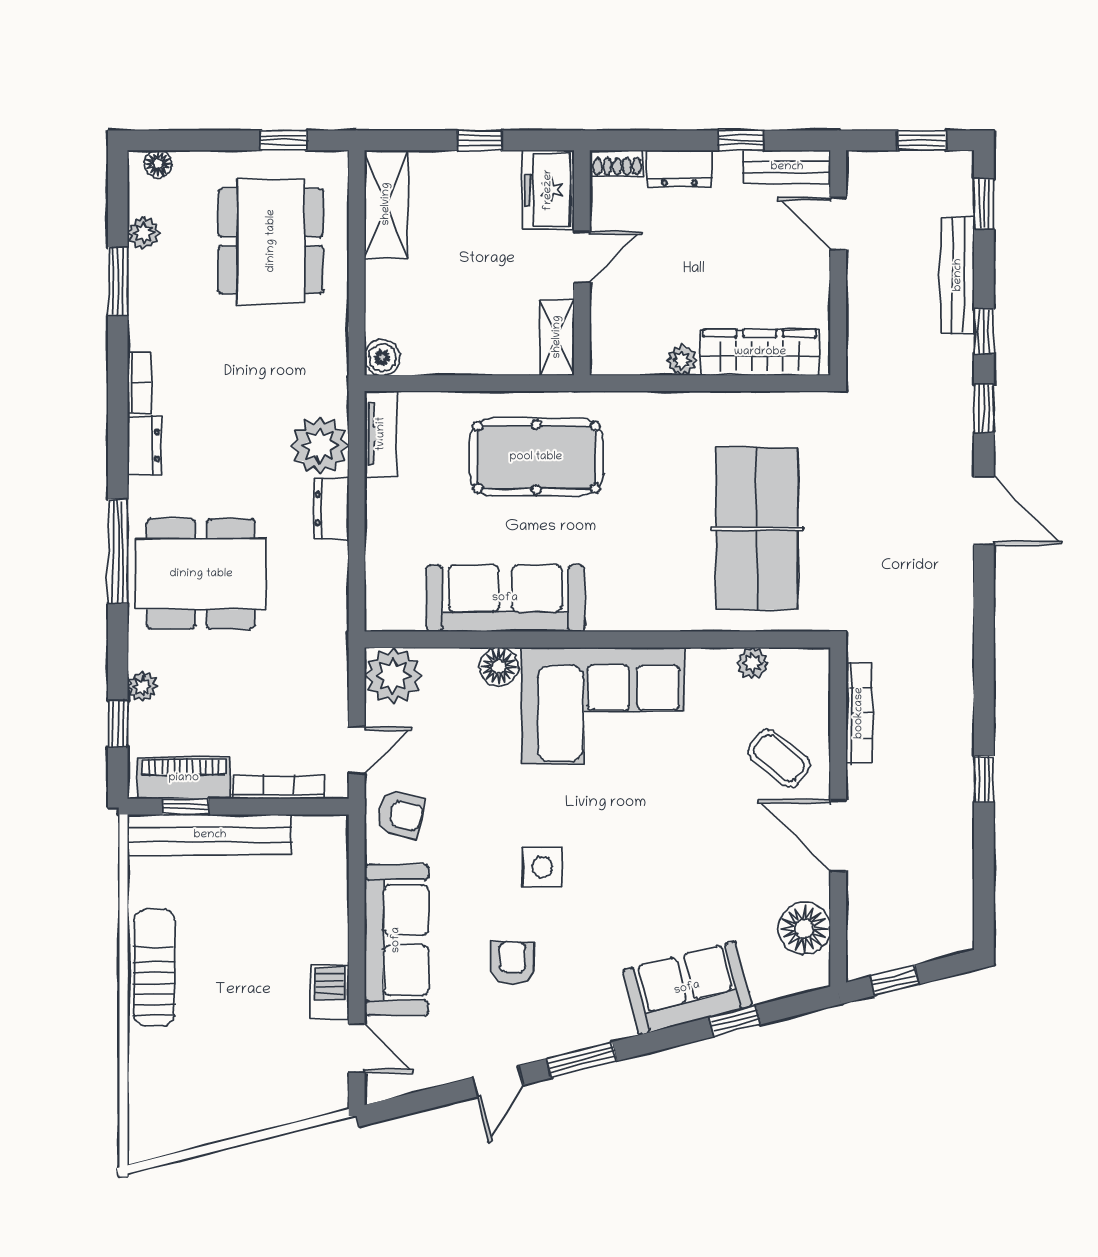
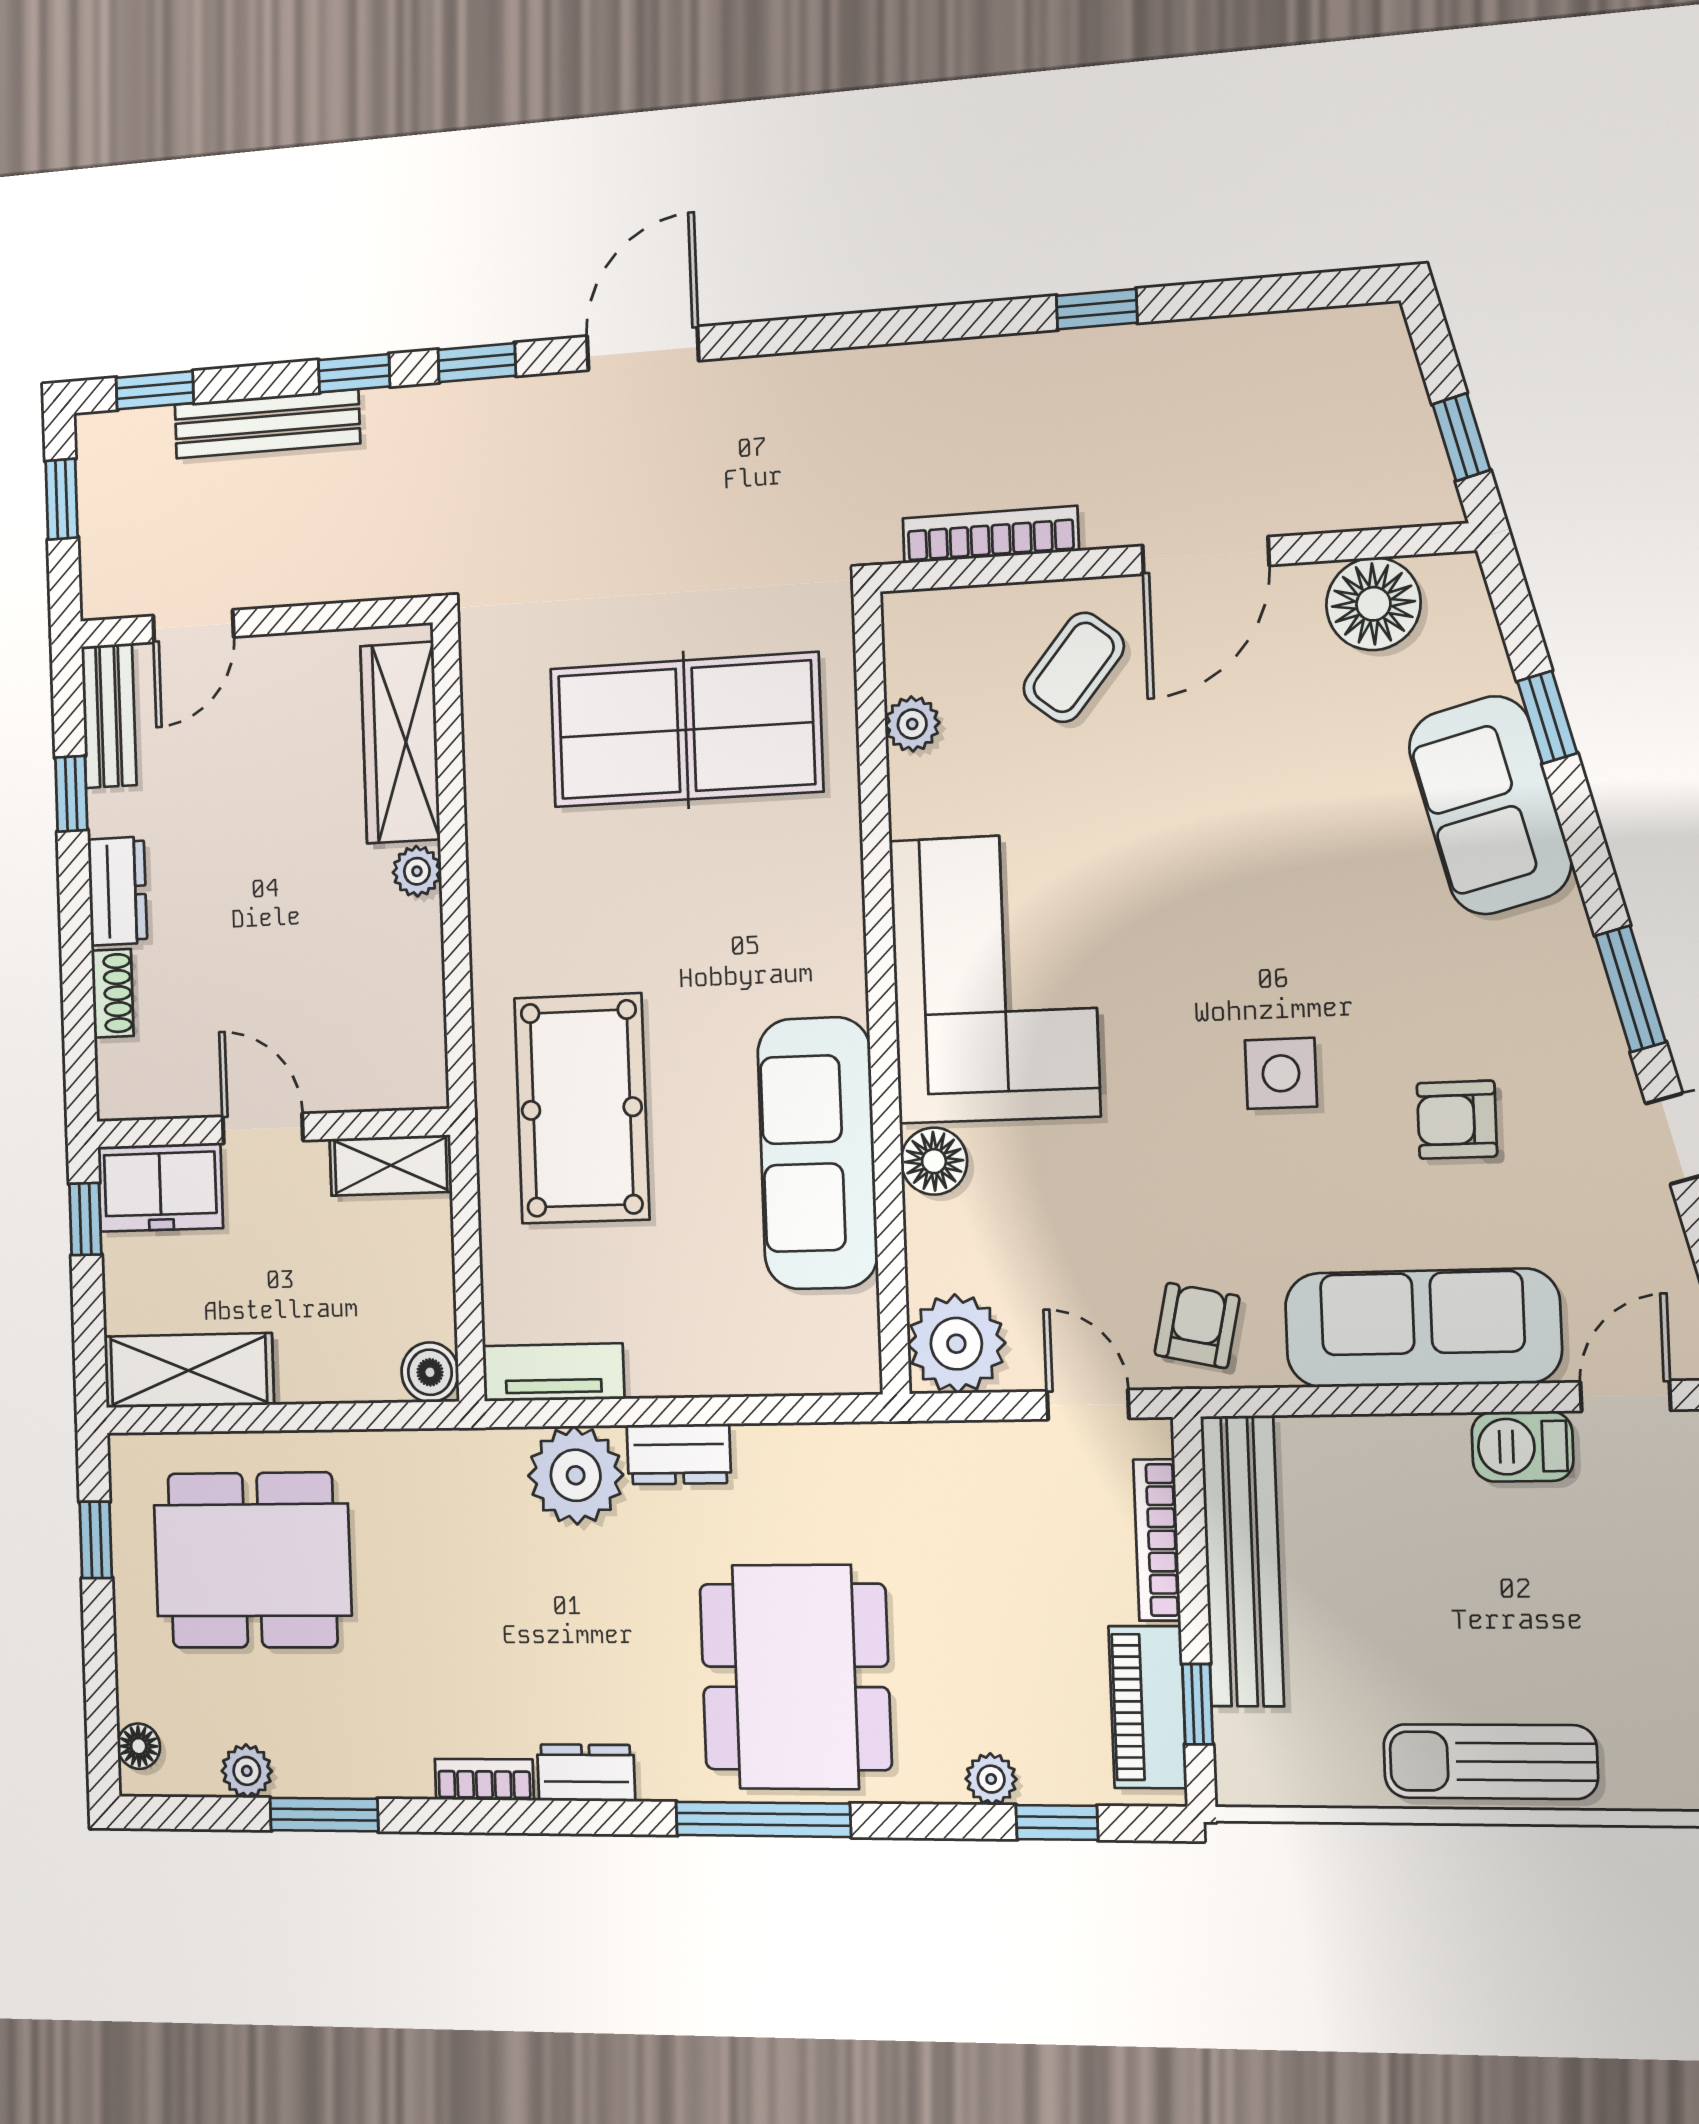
freezer: (548, 190) -> (160, 1187), moved
door: (582, 257) -> (263, 1128), moved
wall: (582, 263) -> (272, 1128), moved
shelving: (557, 337) -> (391, 1165), moved
bench: (210, 835) -> (1242, 1561), moved

